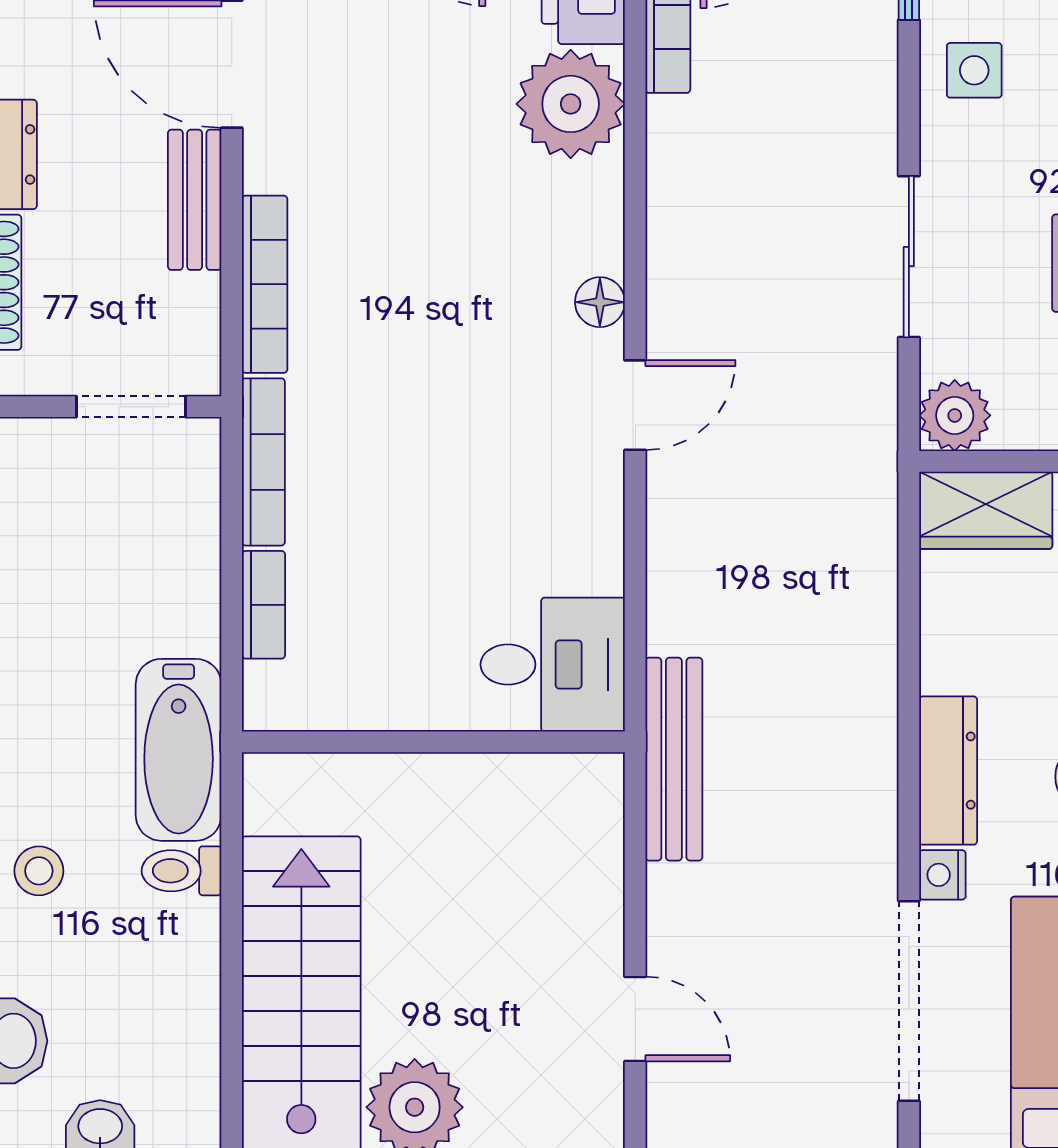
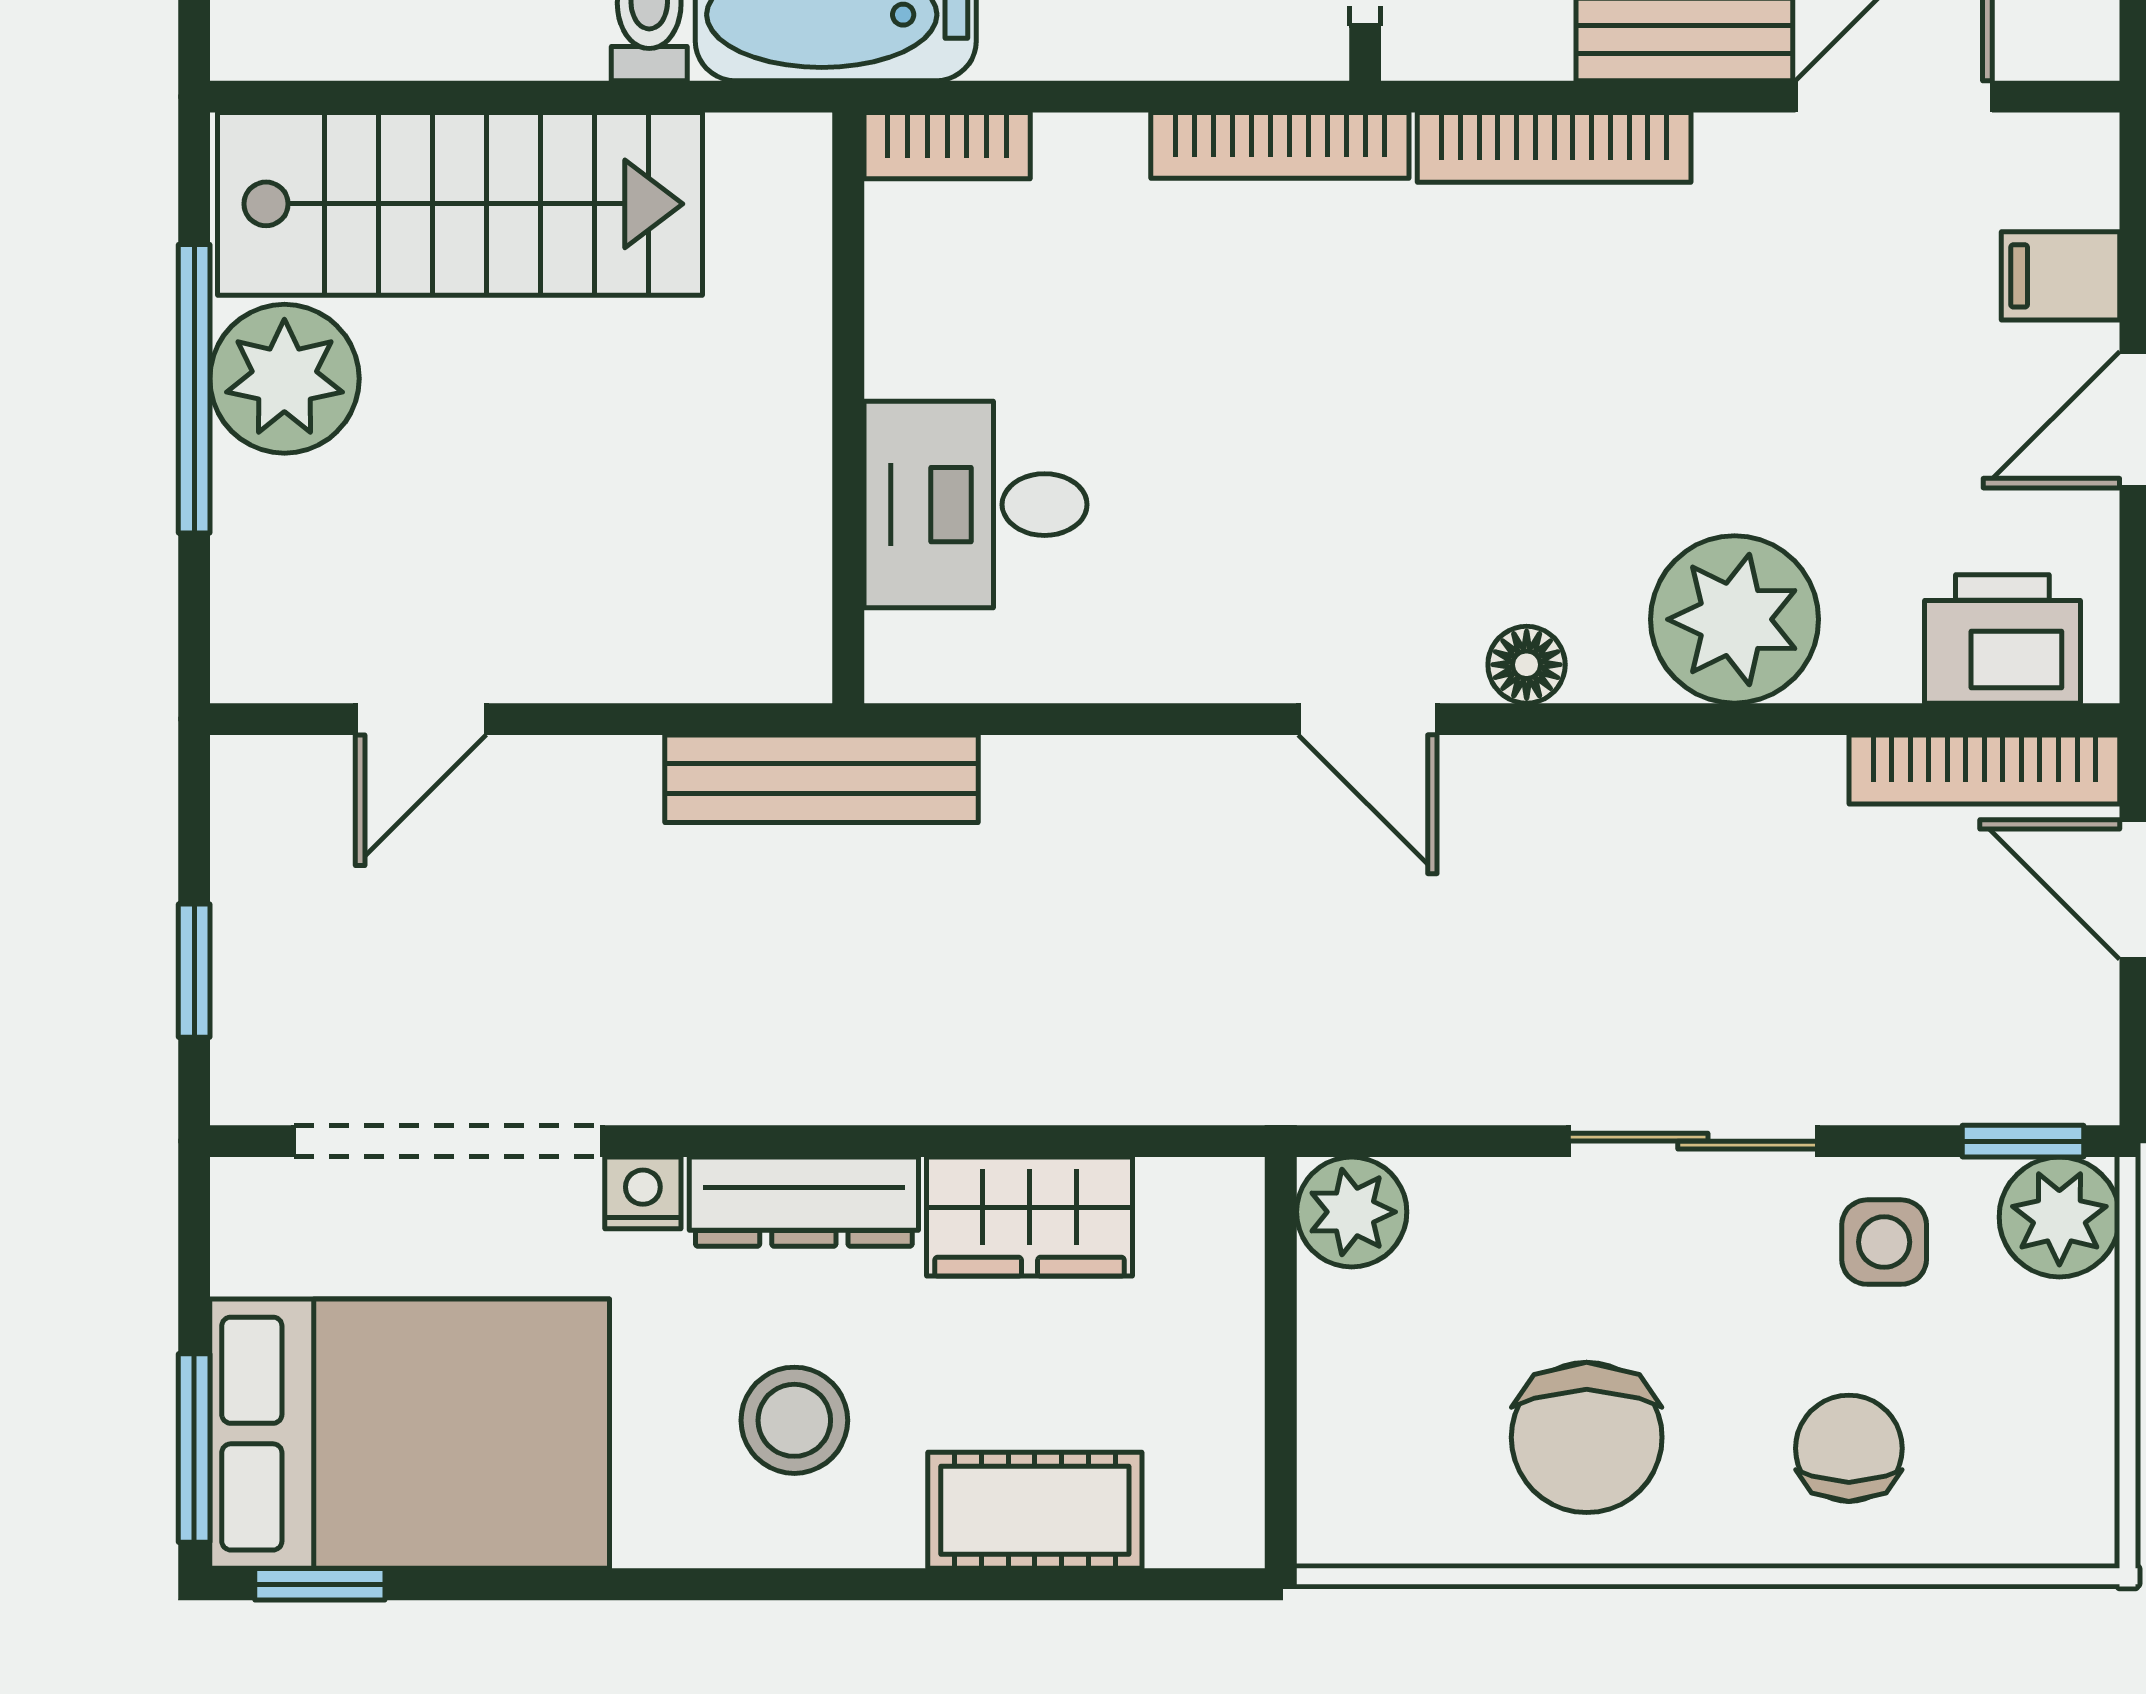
plant: (571, 104) -> (1735, 619), moved
sliding door: (909, 257) -> (1693, 1141), moved
wardrobe: (986, 510) -> (1030, 1217), moved, turned -90
bookcase: (264, 605) -> (947, 146), moved
desk: (553, 665) -> (975, 505), moved, turned 90

